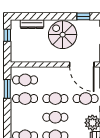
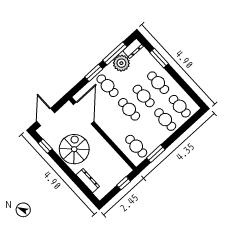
window: (7, 35) -> (124, 183), moved
spiral stairs: (63, 35) -> (74, 149), turned 180
cafe table: (25, 99) -> (165, 120), moved

